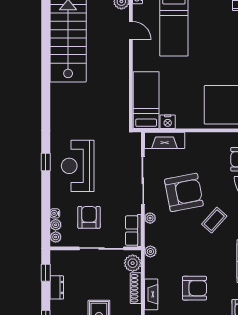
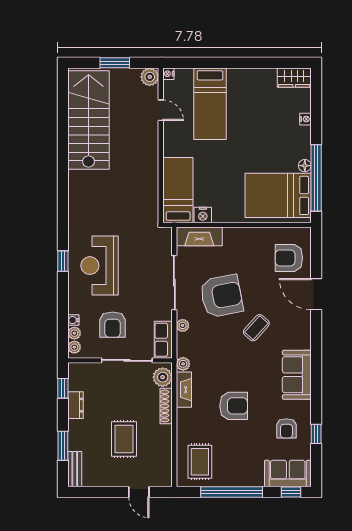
armchair: (89, 217) -> (113, 325), turned 180
fireplace: (151, 294) -> (184, 390), moved

